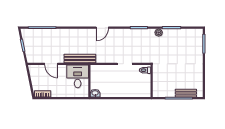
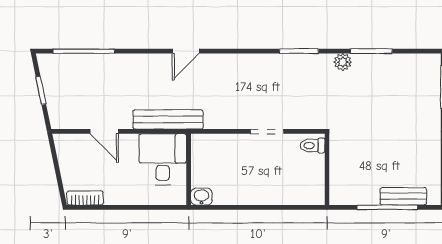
door: (102, 28) -> (186, 51), moved

